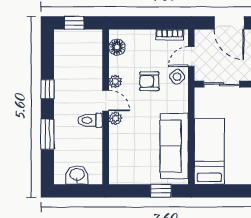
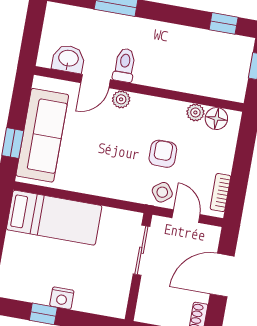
plant: (115, 82) -> (195, 112), moved
window: (47, 89) -> (224, 23), moved
door: (106, 101) -> (96, 81), moved
sofa: (174, 146) -> (42, 135), moved, turned 90
washbasin: (77, 175) -> (68, 59), moved, turned -90

